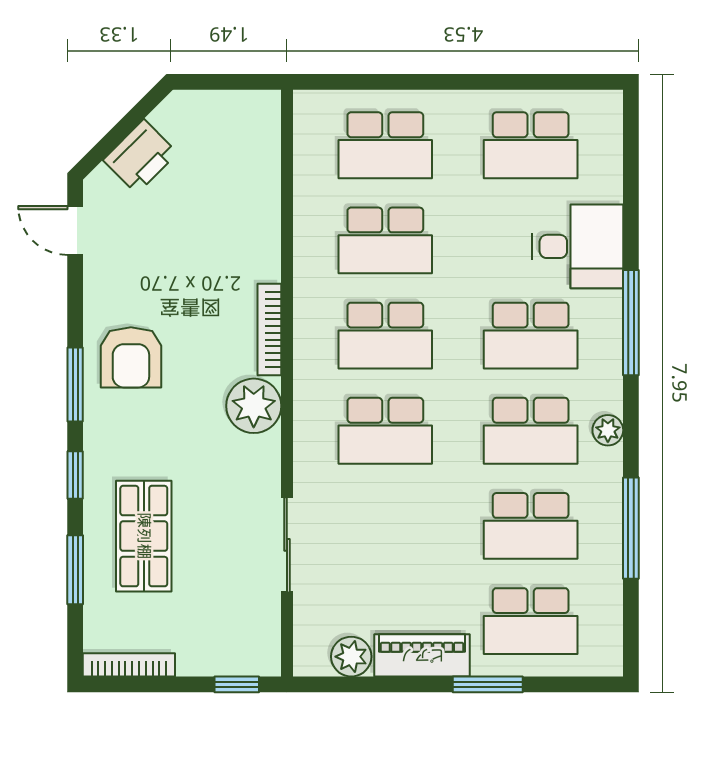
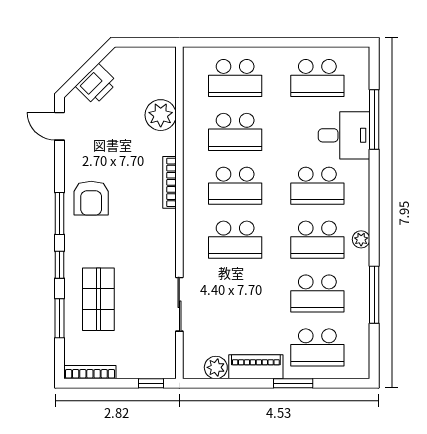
window: (631, 323) -> (374, 120), moved
plant: (254, 406) -> (161, 115), moved

